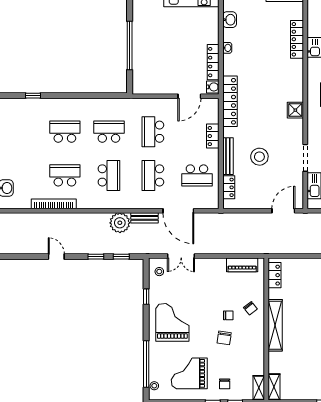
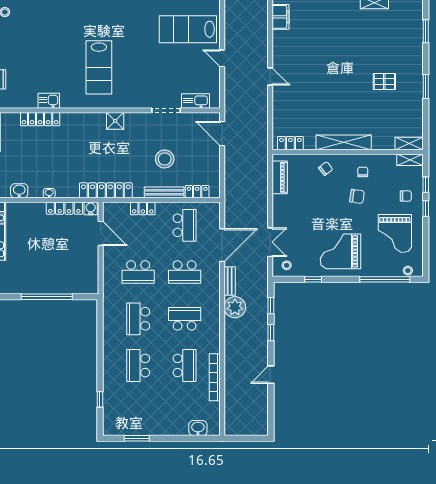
school desk: (65, 175) -> (185, 366), turned 180
chair: (228, 315) -> (363, 172), moved

